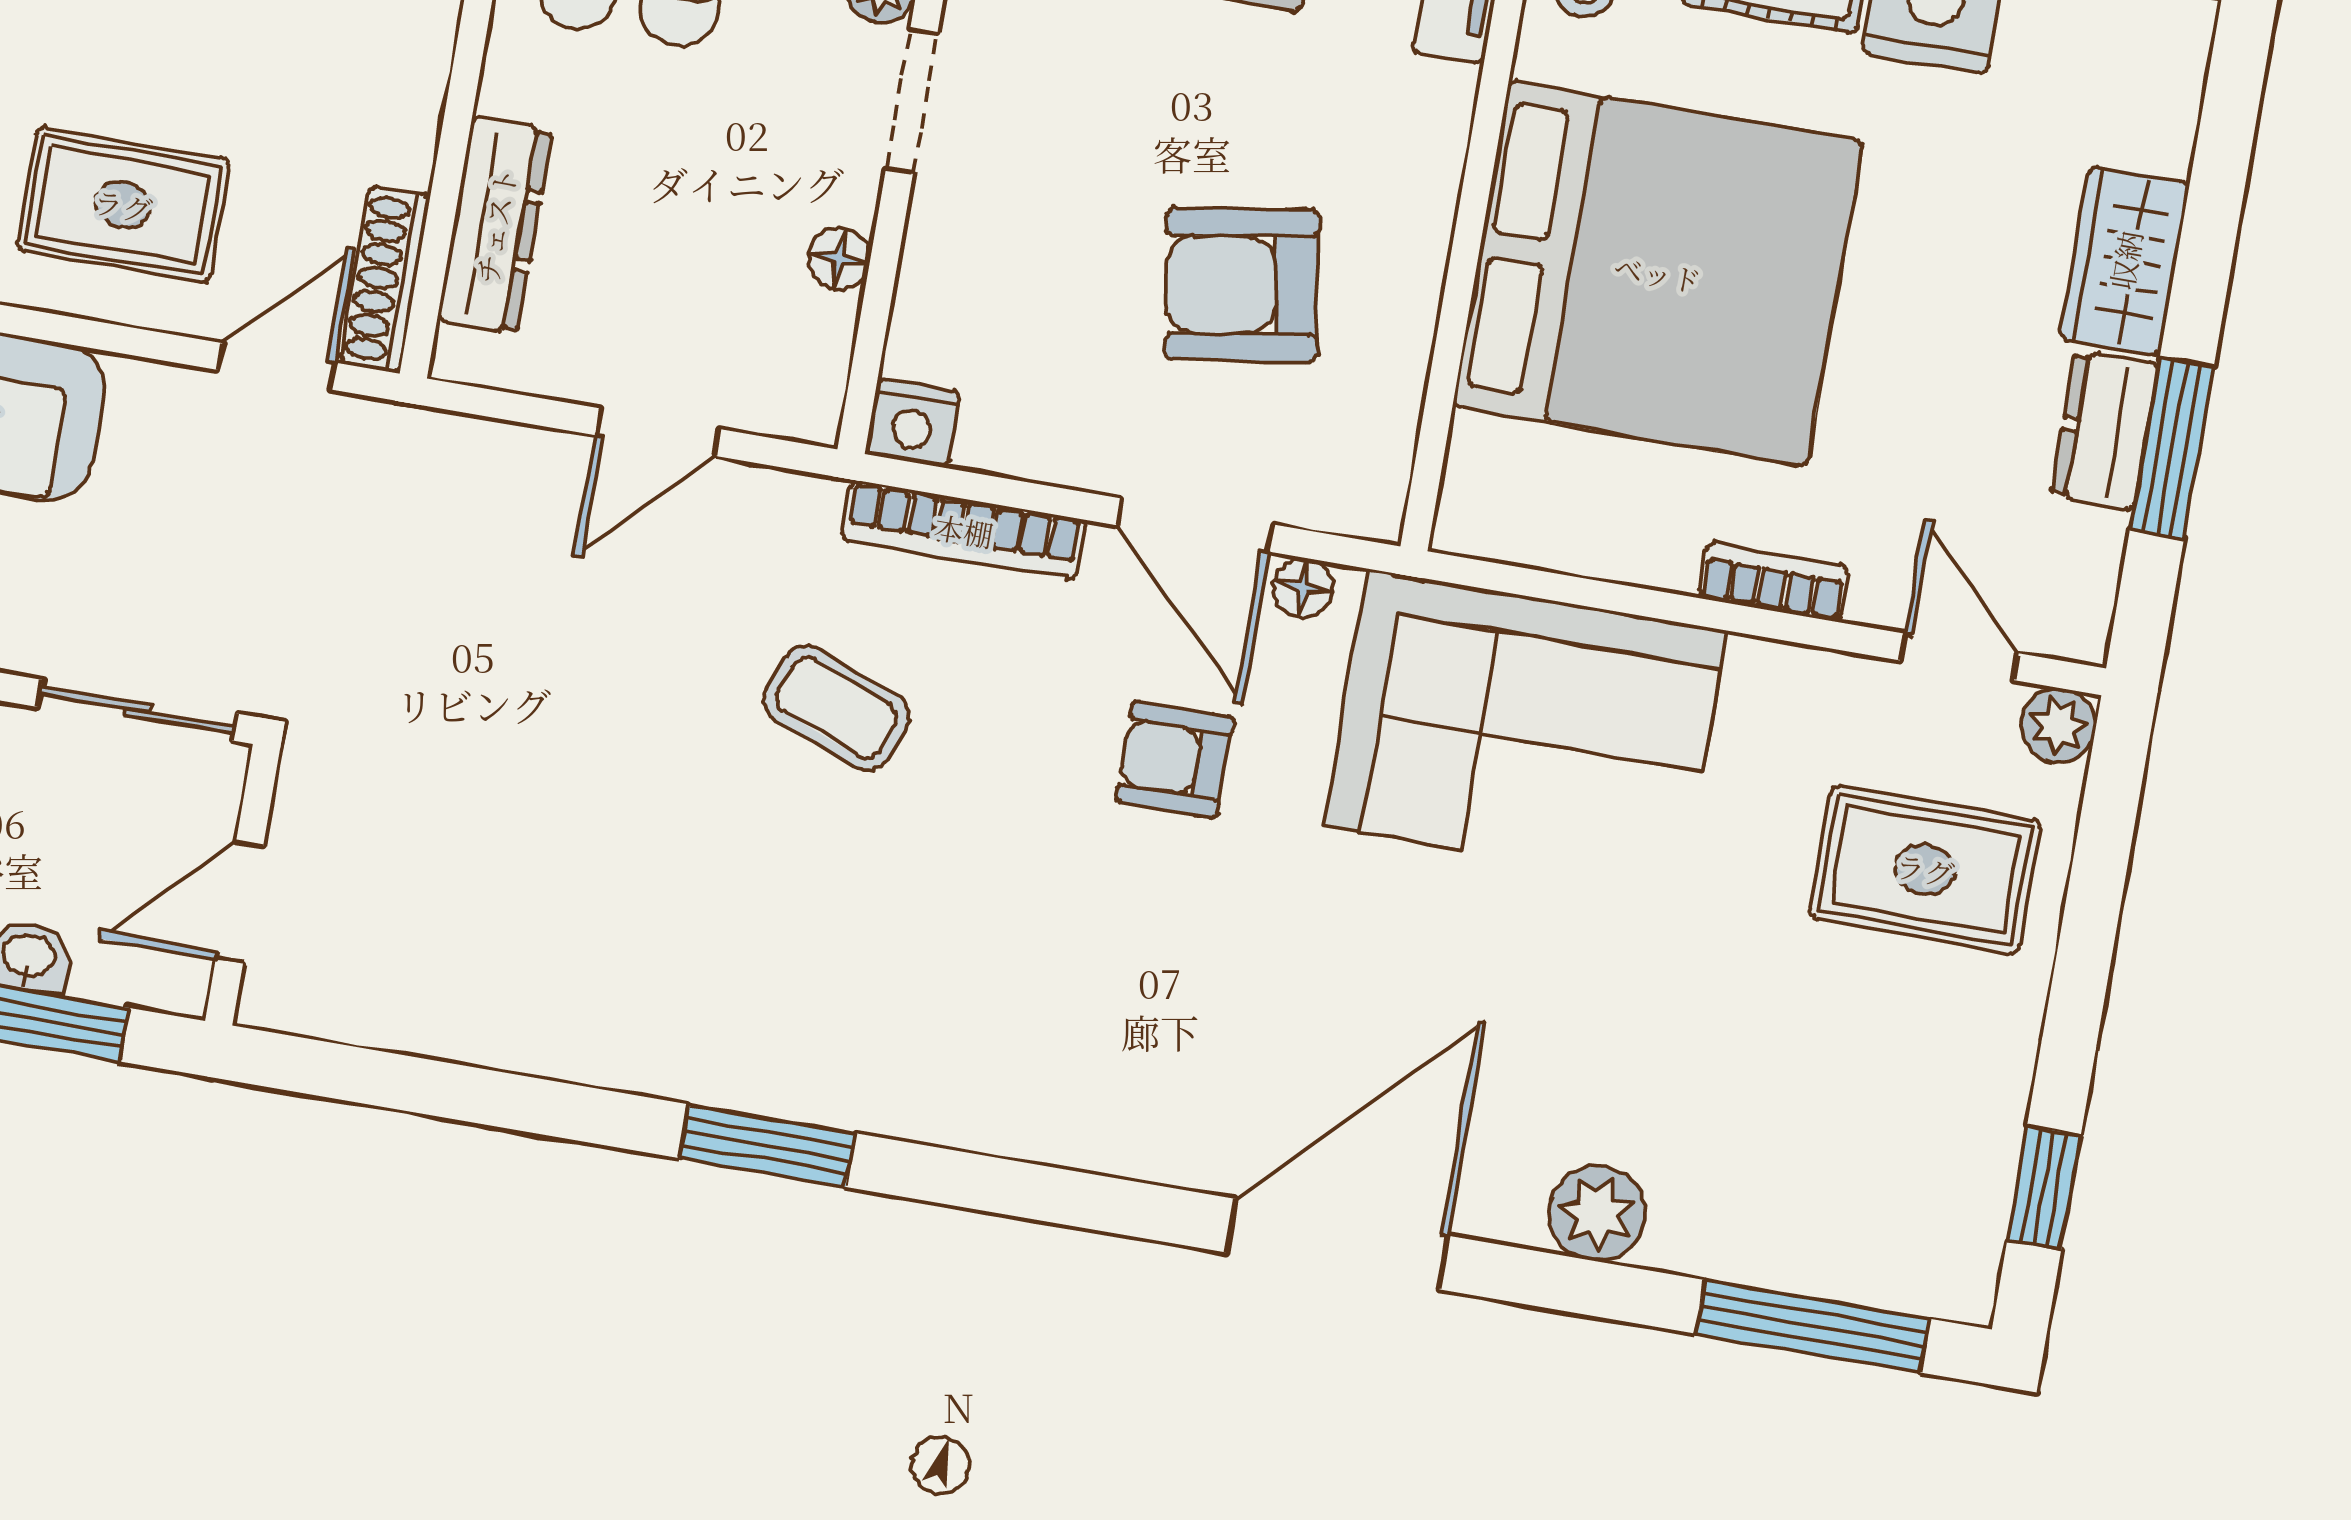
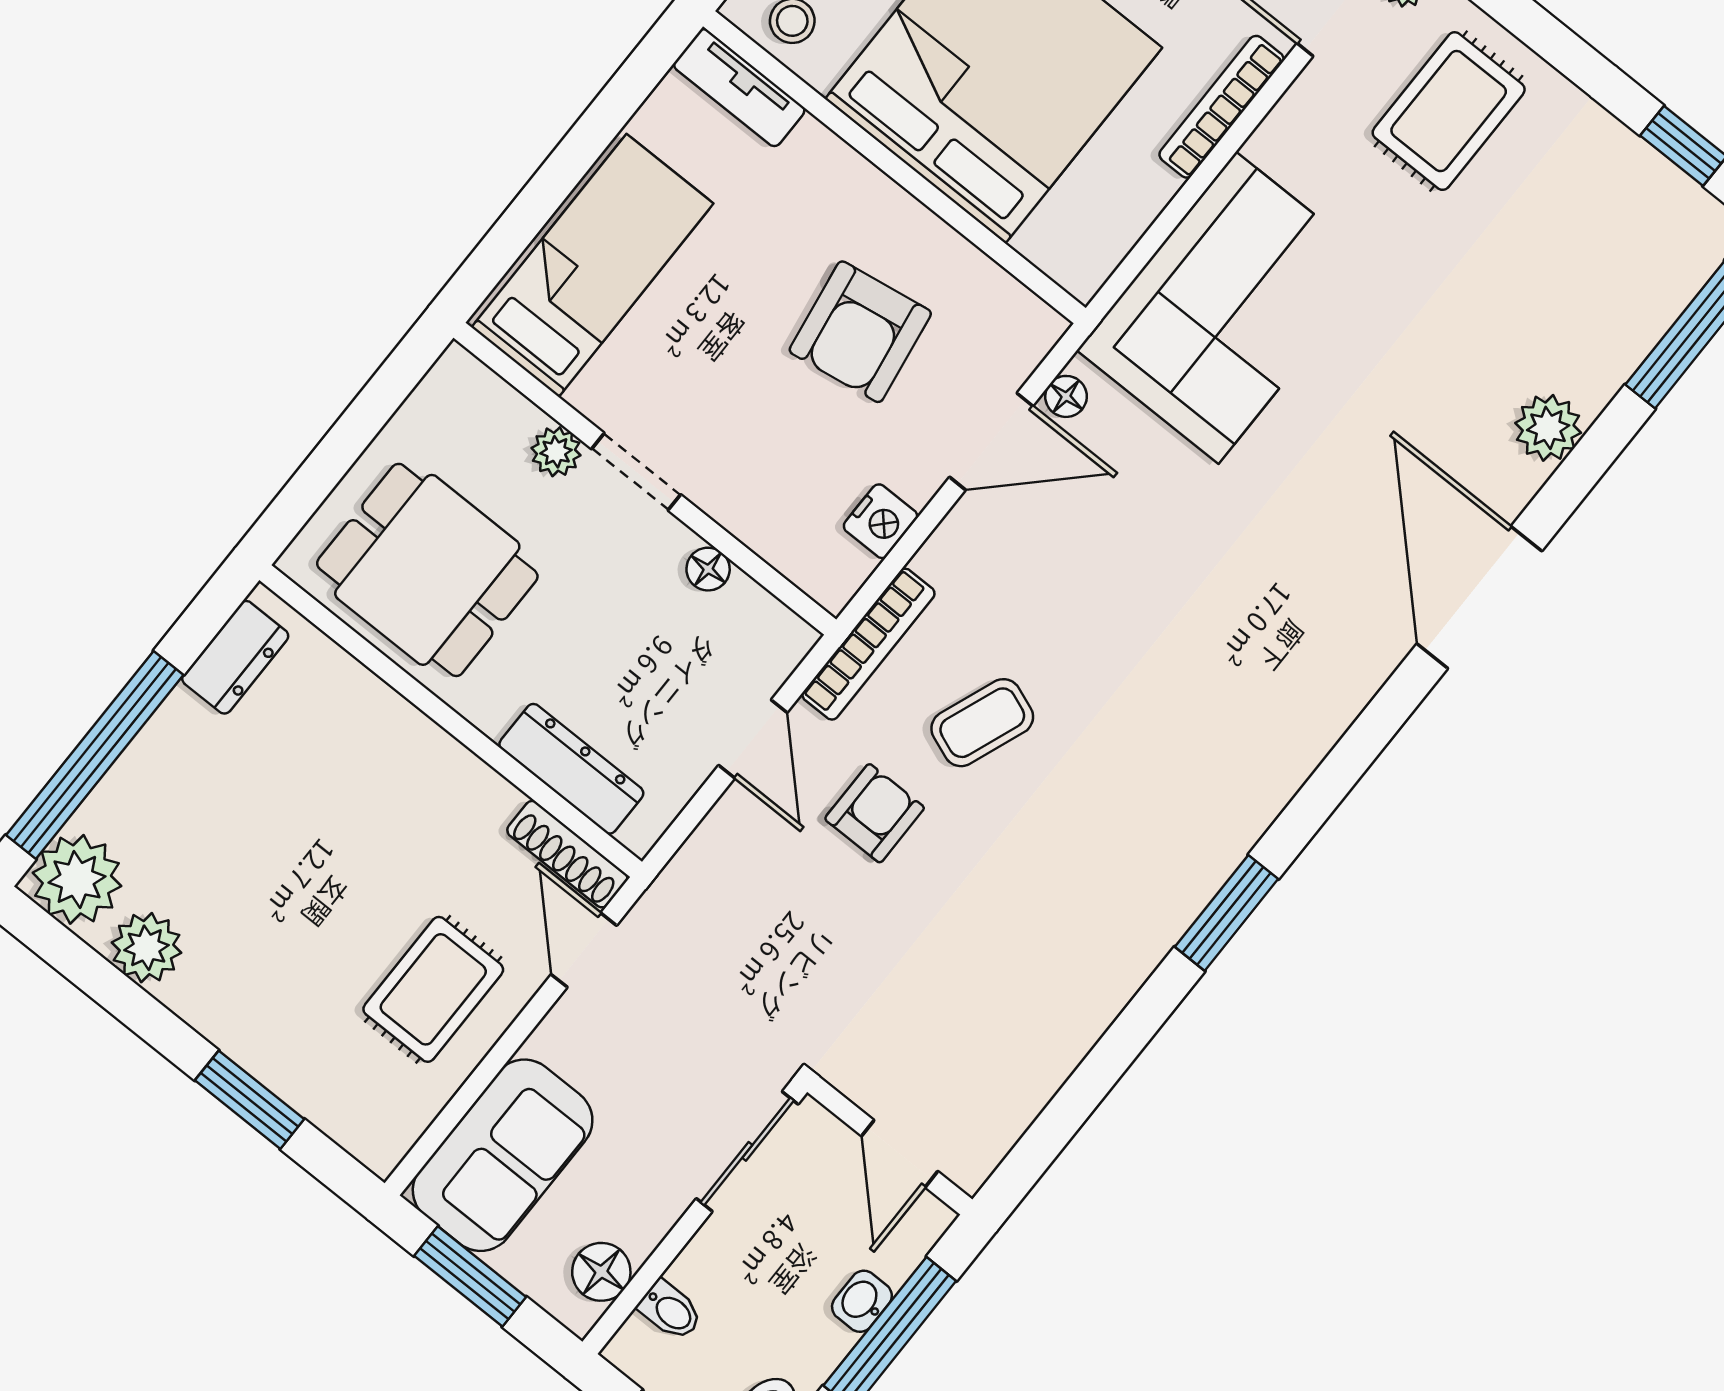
nightstand: (913, 423) -> (881, 521), moved
bookcase: (964, 530) -> (868, 644), moved
bookcase: (1774, 582) -> (1221, 107), width x1.56
armchair: (1175, 760) -> (875, 813), moved, turned 180

